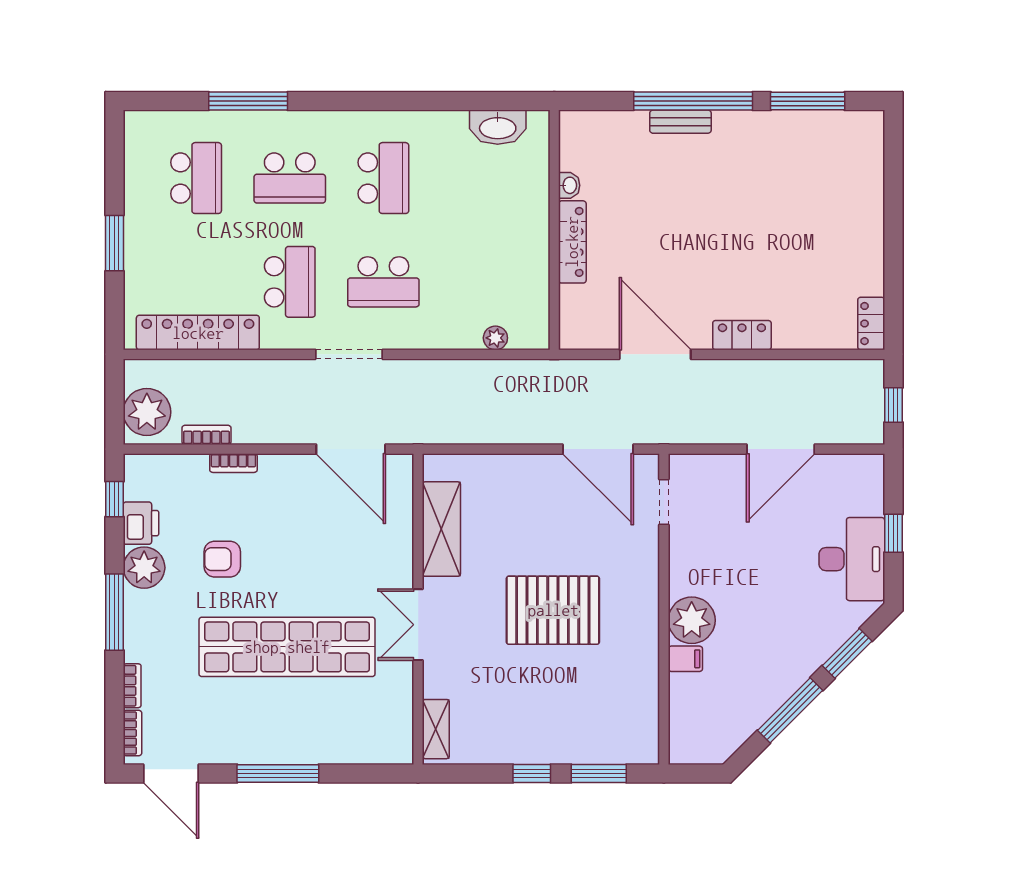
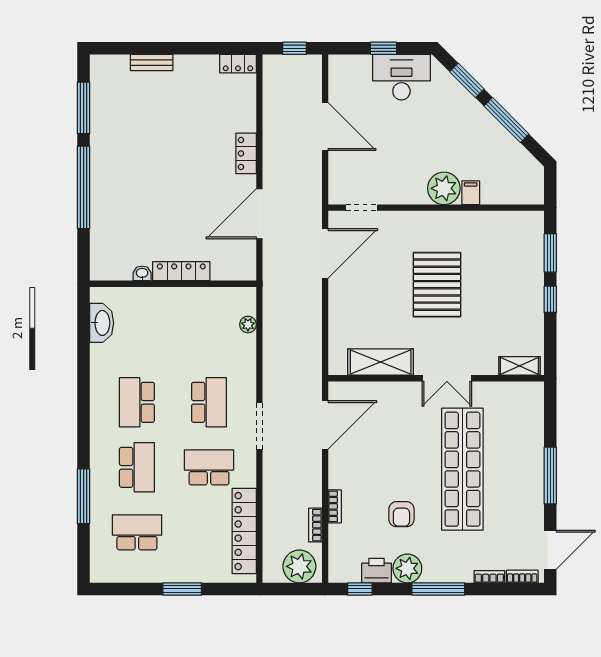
bench: (680, 122) -> (152, 63), moved, turned 90
school desk: (383, 178) -> (137, 402), turned -90

